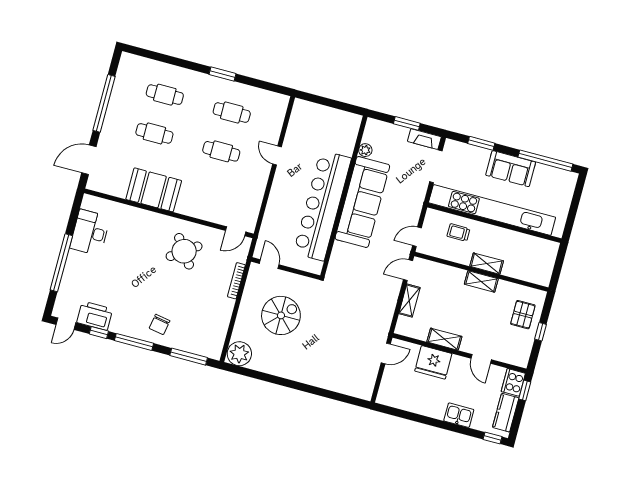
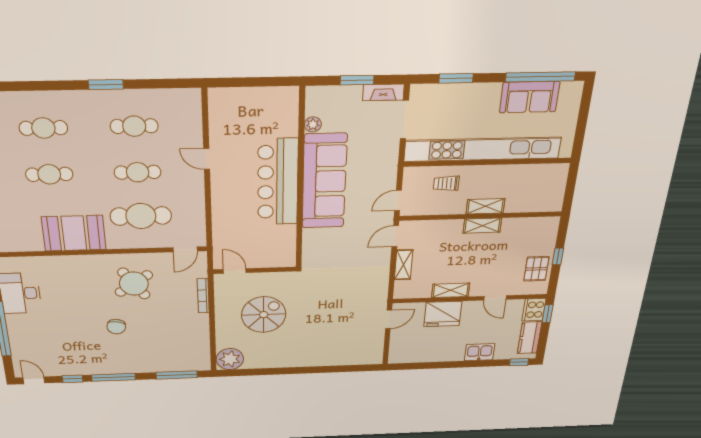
sofa: (511, 169) -> (530, 97), moved
cafe table: (211, 190) -> (141, 216), added
bar counter: (322, 206) -> (278, 182), width x0.73
pallet: (523, 315) -> (536, 269), moved
printer: (95, 316) -> (61, 366), removed
door: (66, 324) -> (34, 380), swing flipped
chair: (160, 324) -> (116, 327), moved

